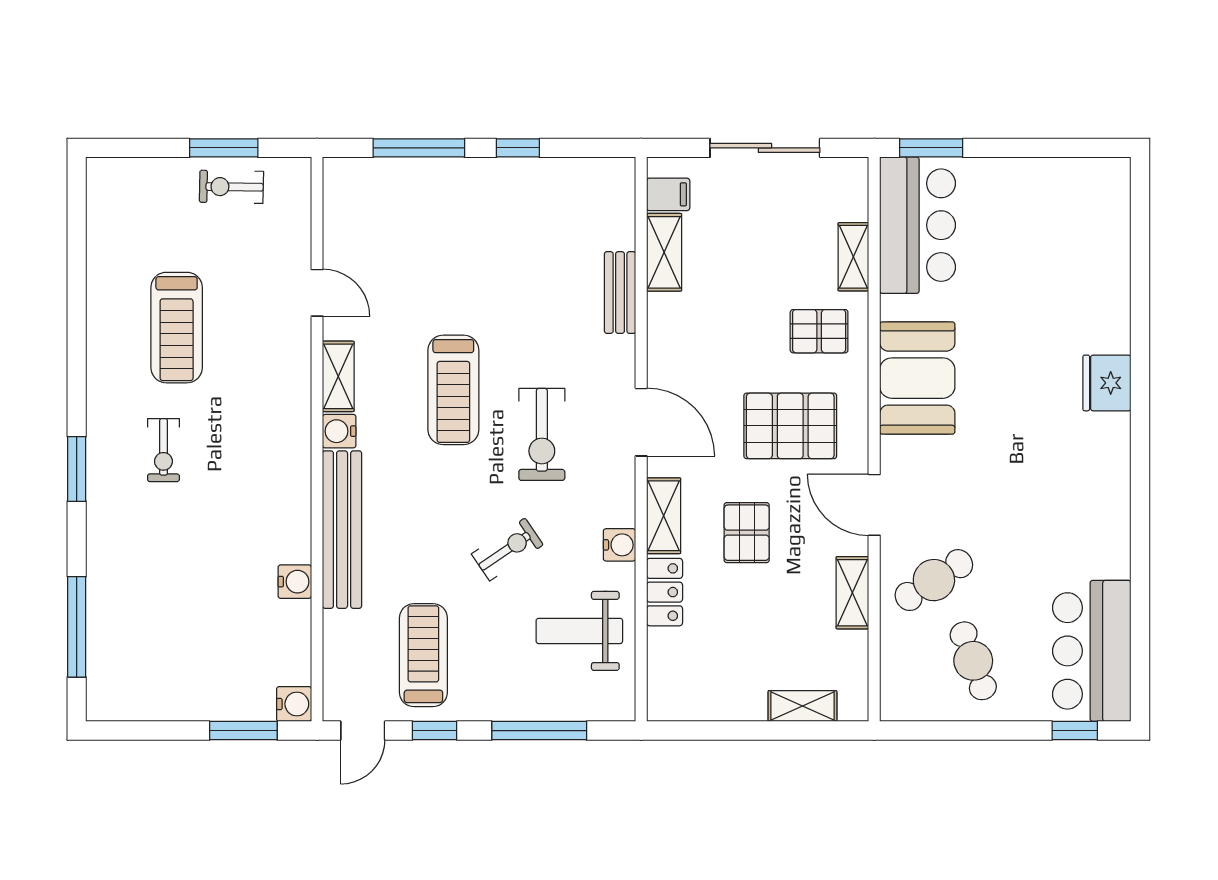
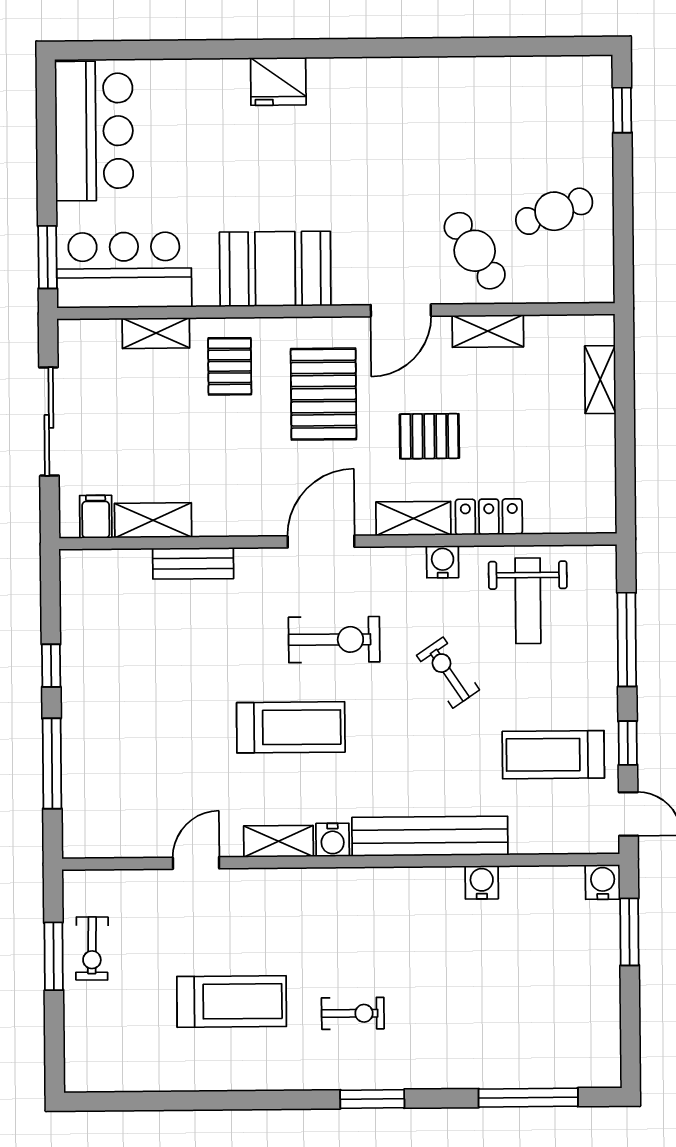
bar counter: (1092, 651) -> (94, 131), moved, turned -90

